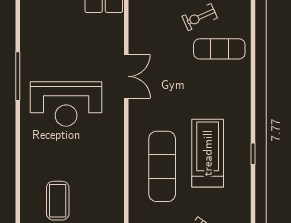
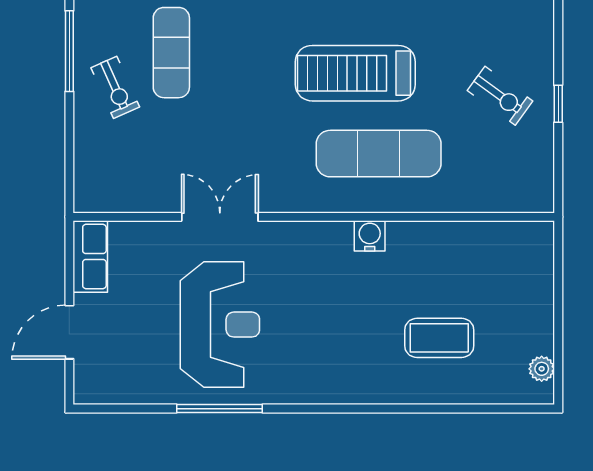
reception desk: (66, 104) -> (220, 325), moved
water cooler: (115, 161) -> (370, 236), added

